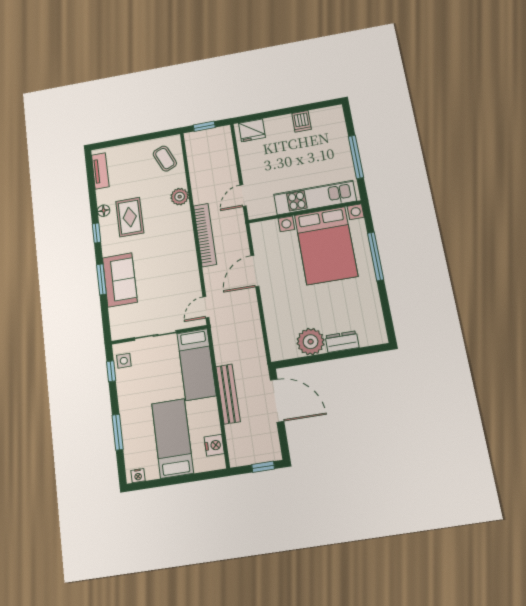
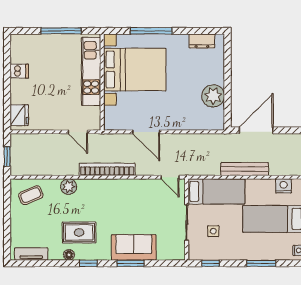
dresser: (342, 342) -> (202, 41), moved, turned -90
side table: (124, 361) -> (213, 231), moved

